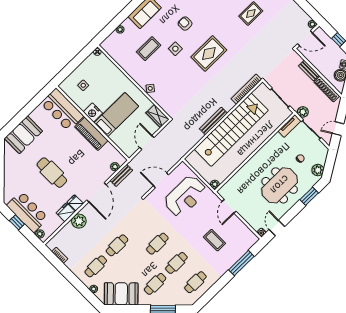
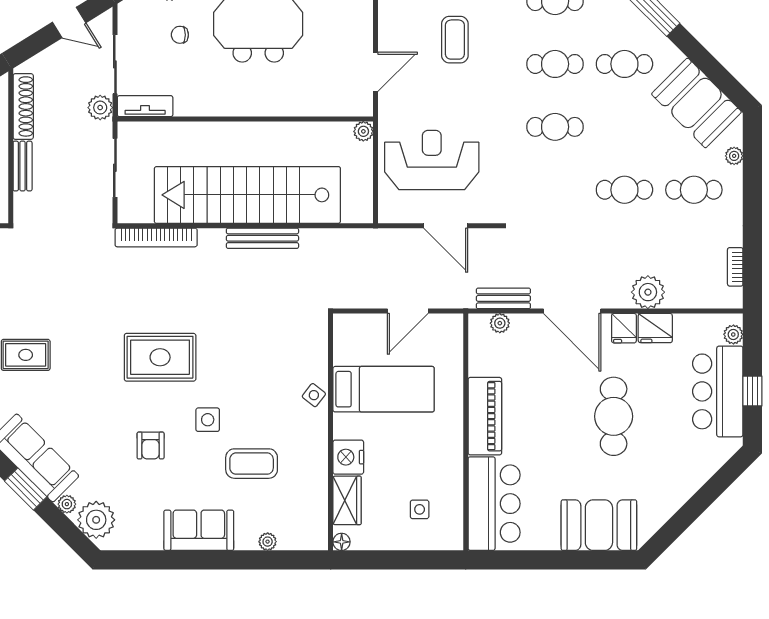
nightstand: (93, 113) -> (348, 457), moved, turned 180
bed: (116, 115) -> (384, 389), moved, turned 180
wardrobe: (157, 116) -> (347, 500), moved
door: (96, 192) -> (572, 311), swing flipped

